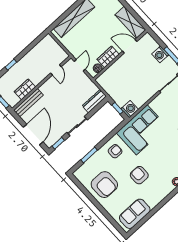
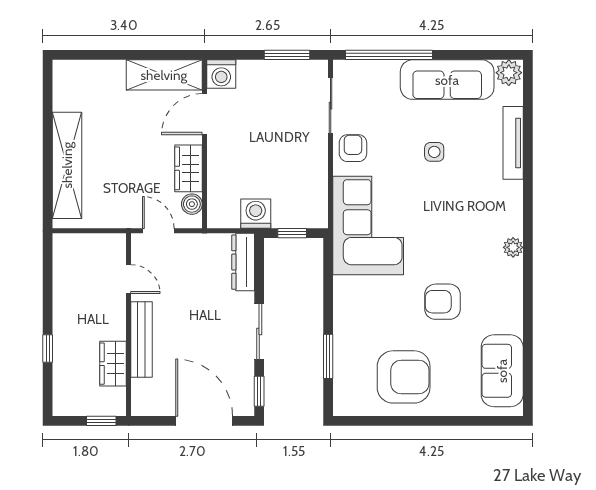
washing machine: (160, 54) -> (221, 74), moved
bench: (28, 103) -> (142, 340), moved
washing machine: (130, 109) -> (256, 214), moved
armchair: (115, 151) -> (353, 148), moved

